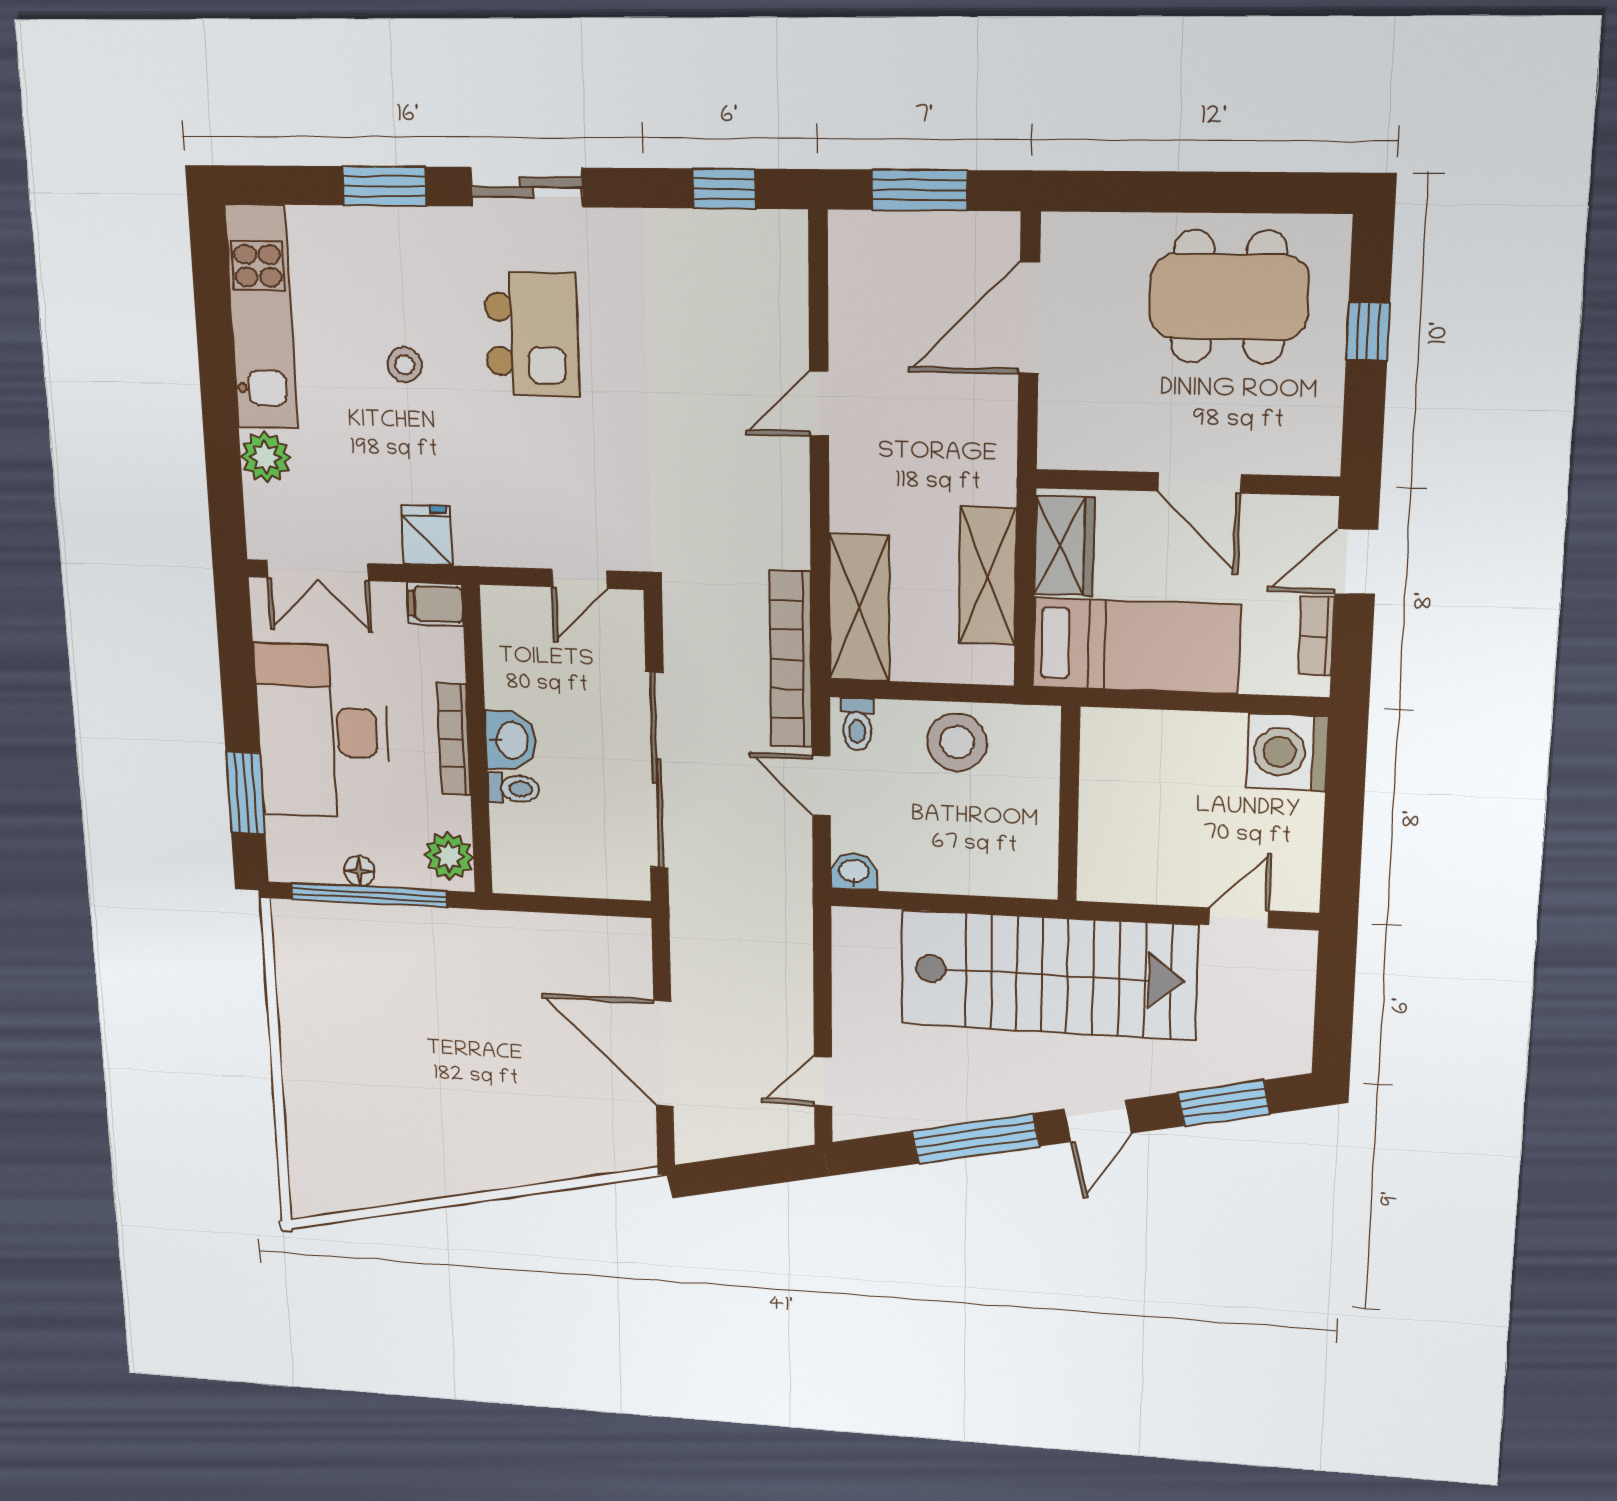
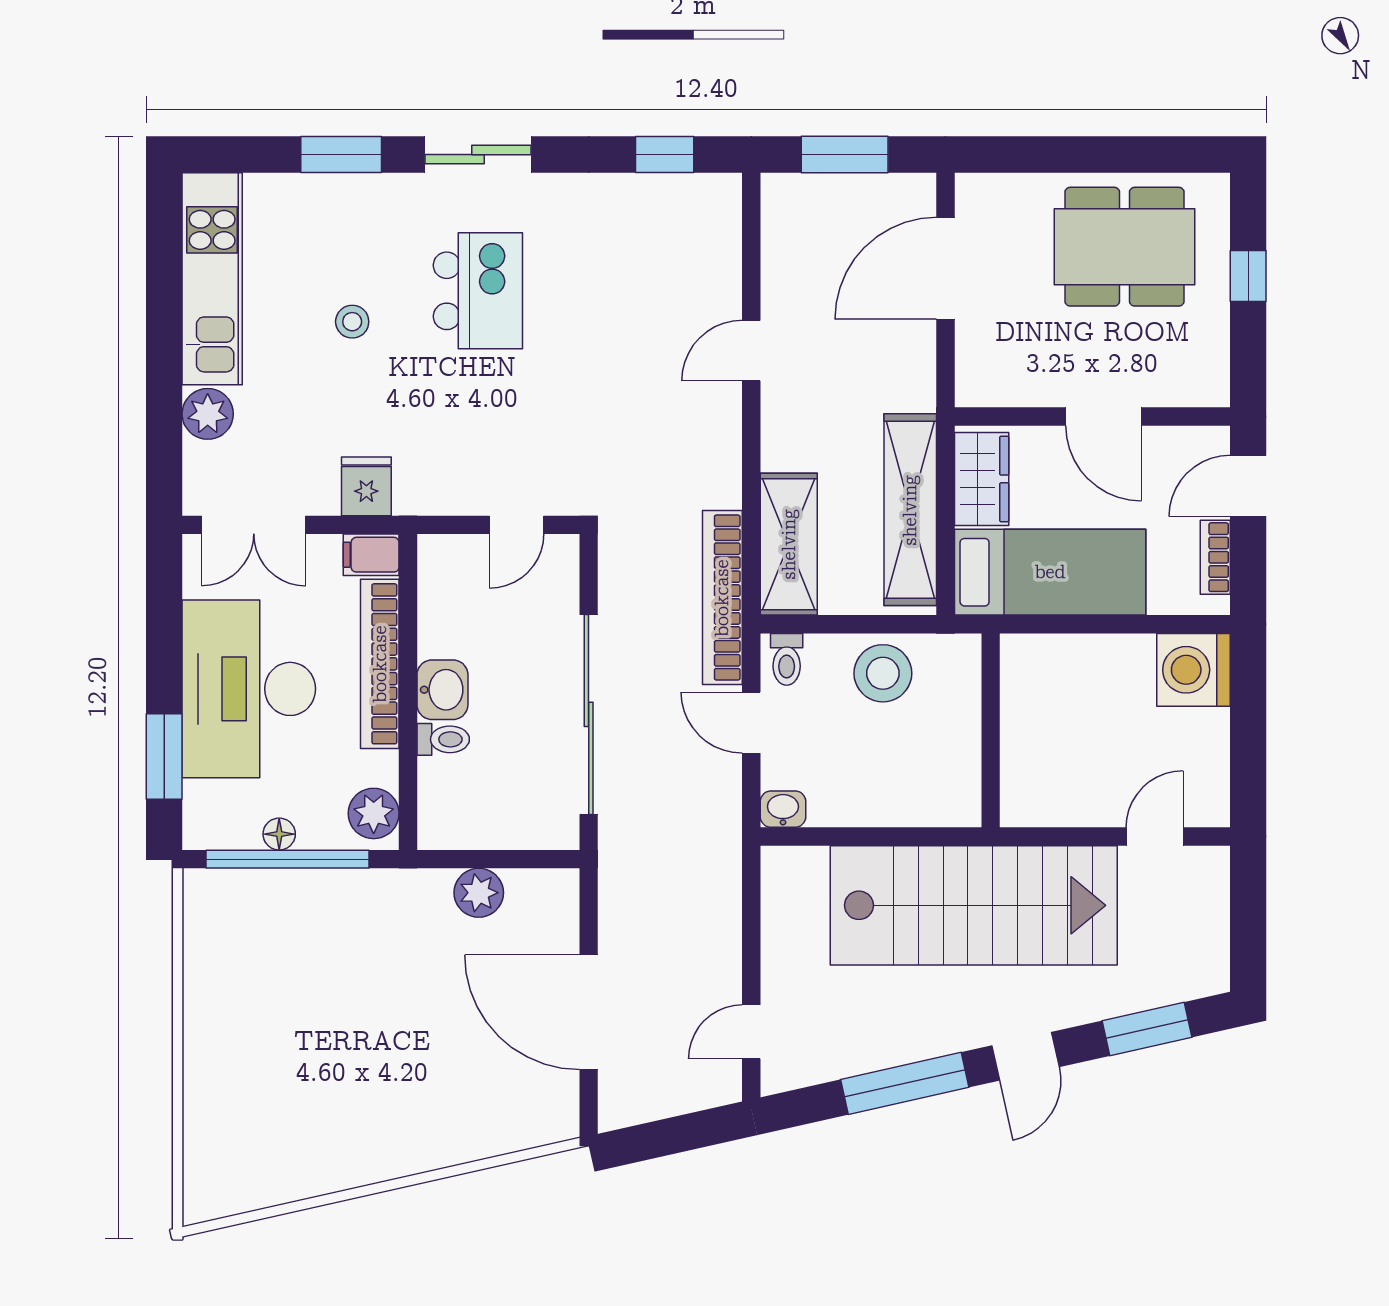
shelving: (988, 576) -> (910, 510), width x1.47
bookcase: (454, 739) -> (380, 664), width x1.48, depth x1.31
plant: (554, 936) -> (479, 893), added

